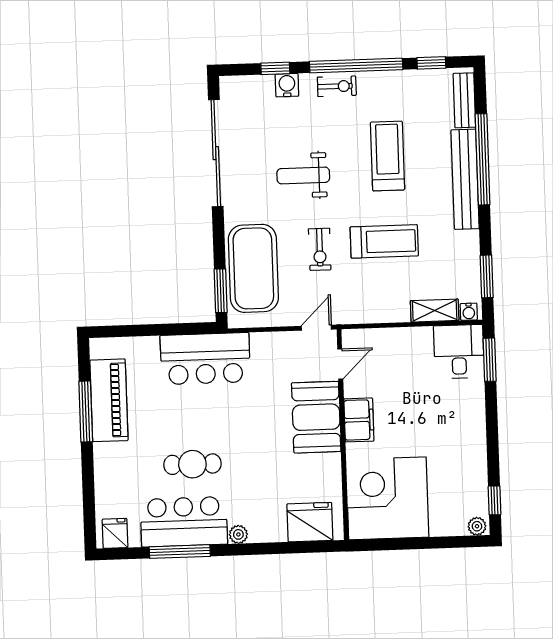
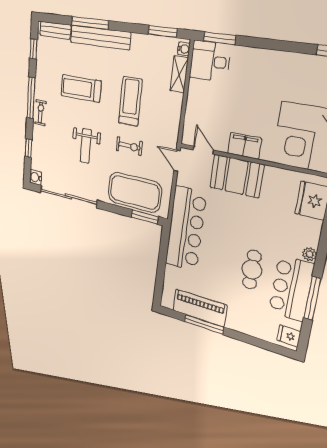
window: (356, 66) -> (31, 98), width x0.68
water cooler: (287, 85) -> (36, 177), moved
window: (483, 159) -> (90, 23), width x0.68
bar counter: (205, 359) -> (186, 229), width x1.36

